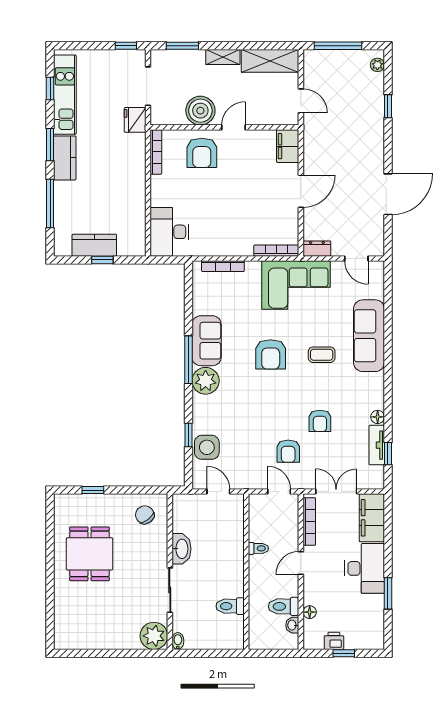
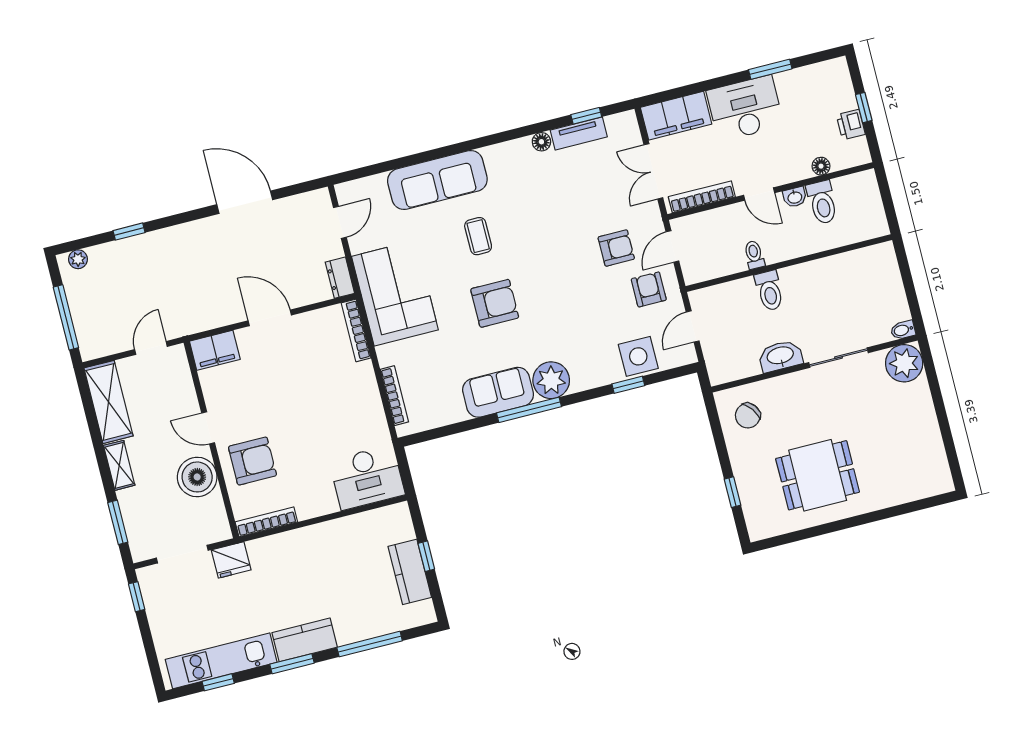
armchair: (320, 421) -> (649, 289), moved, turned -90
toilet: (230, 606) -> (769, 291), moved
washbasin: (292, 625) -> (795, 197), moved

